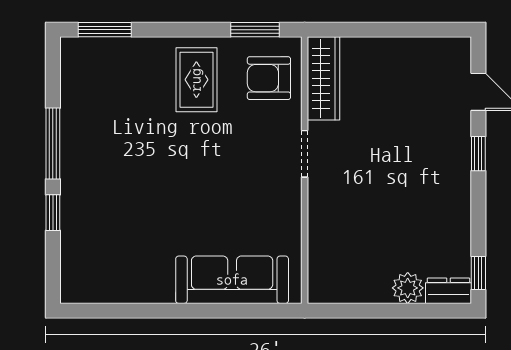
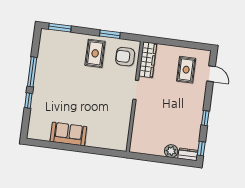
window: (255, 30) -> (110, 34), moved
rug: (418, 90) -> (186, 70), added
window: (478, 154) -> (205, 118), moved
sofa: (232, 280) -> (68, 134), moved, width x0.73

